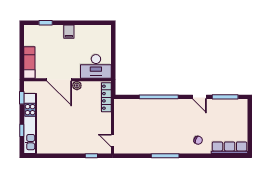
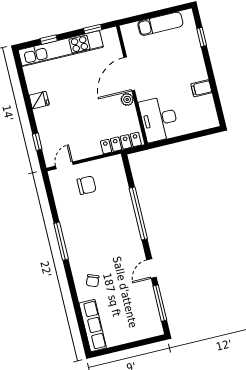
filing cabinet: (69, 32) -> (201, 88), moved
exam couch: (29, 63) -> (160, 24), moved
chair: (130, 128) -> (87, 185), added
fridge: (63, 147) -> (39, 100), added

